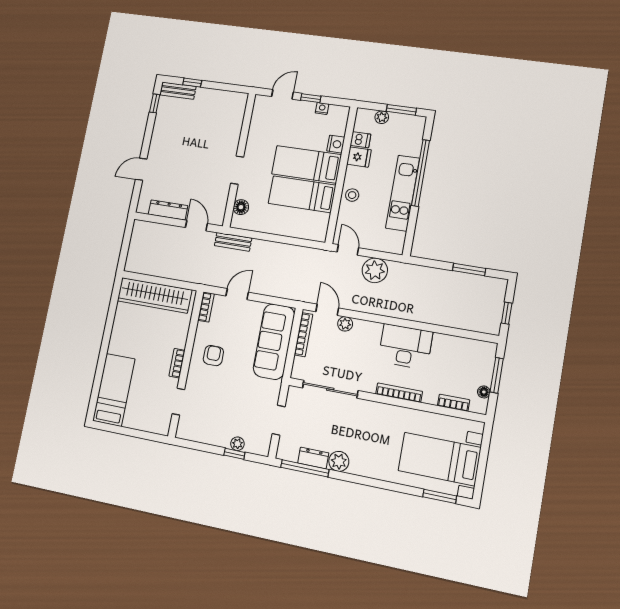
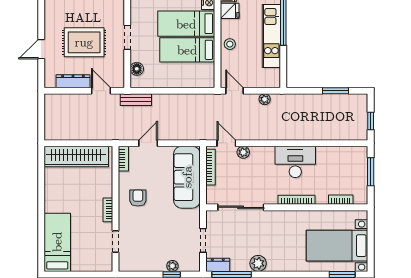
rug: (189, 169) -> (84, 42), added
plant: (375, 270) -> (265, 99), width x0.53, depth x0.53
floor lamp: (484, 392) -> (363, 187), removed
dresser: (313, 458) -> (218, 265), moved

